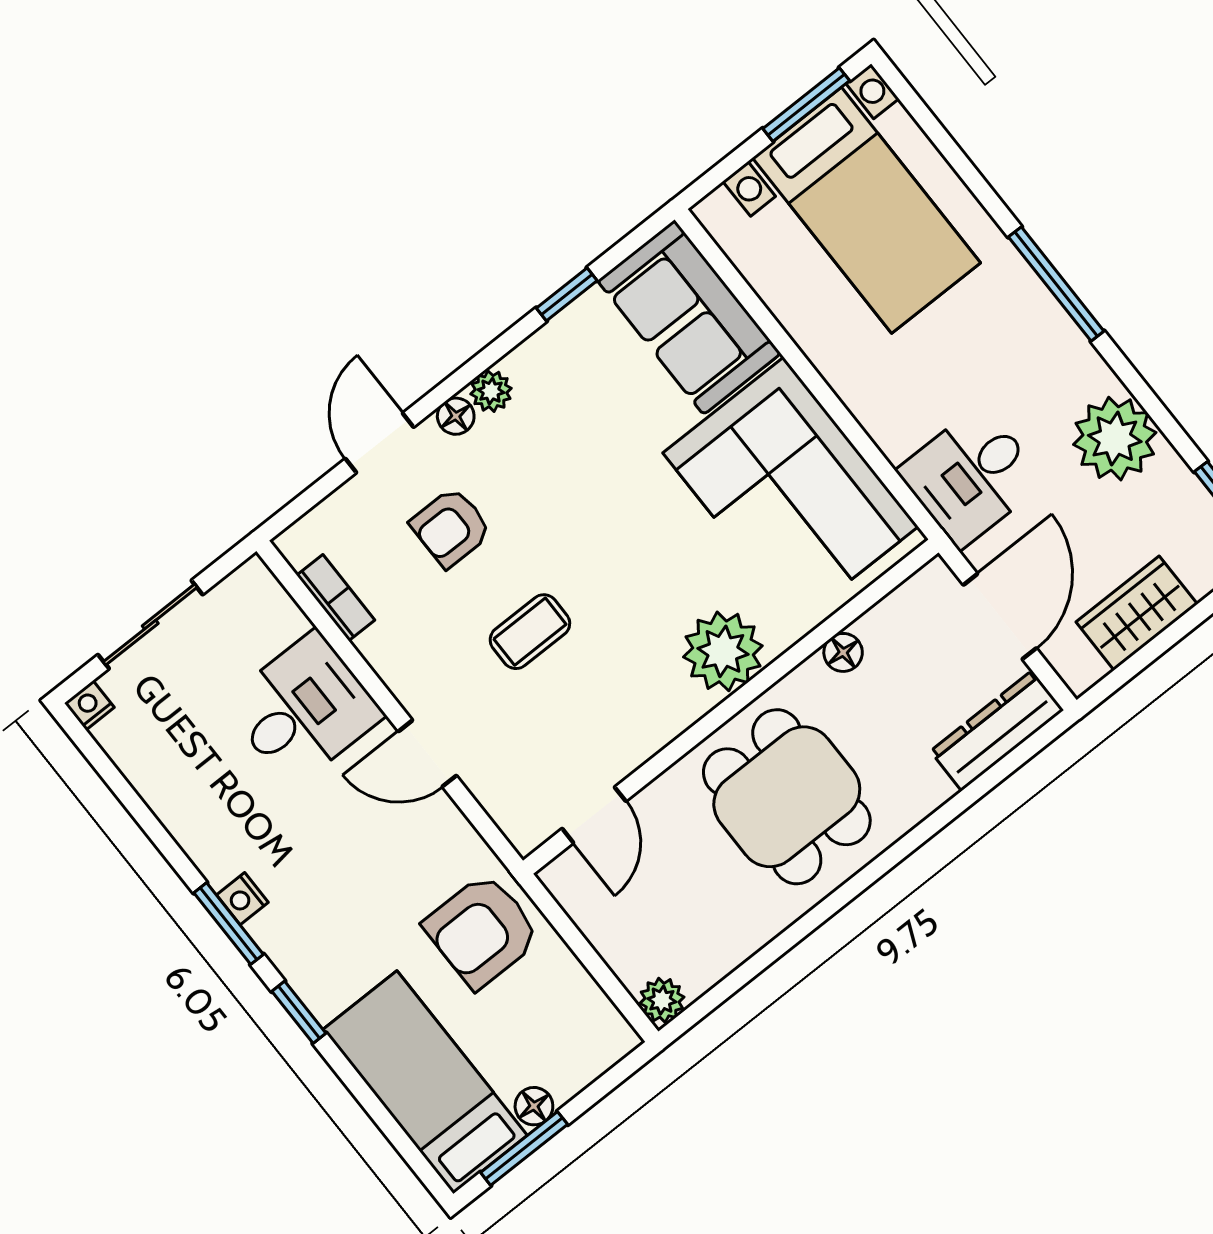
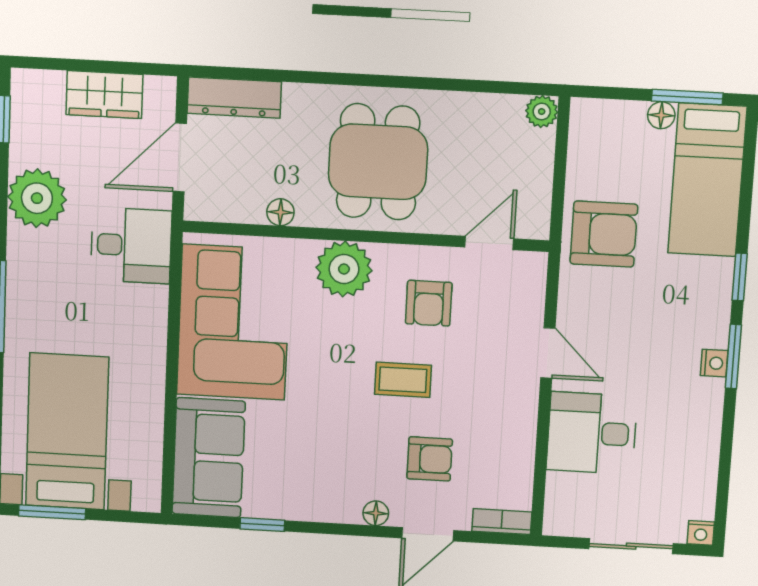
plant: (491, 391) -> (346, 510), removed
bookcase: (336, 598) -> (502, 522), moved, turned 90
coffee table: (530, 632) -> (403, 380), moved
armchair: (601, 695) -> (429, 303), added

